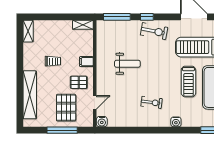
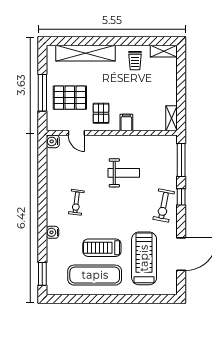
trolley: (53, 61) -> (135, 61), moved
weight bench: (127, 64) -> (124, 173), turned -90

